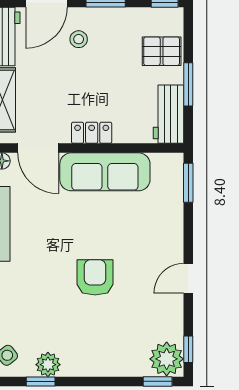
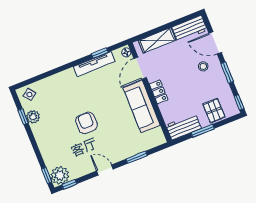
window: (188, 183) -> (137, 157), moved
armchair: (95, 277) -> (86, 123), turned -90

